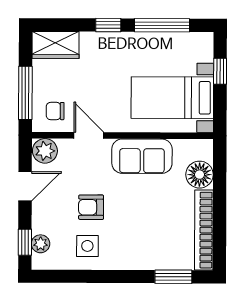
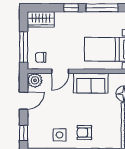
door: (89, 135) -> (60, 71), swing flipped
armchair: (91, 207) -> (84, 133), moved
plant: (41, 244) -> (33, 134), removed

